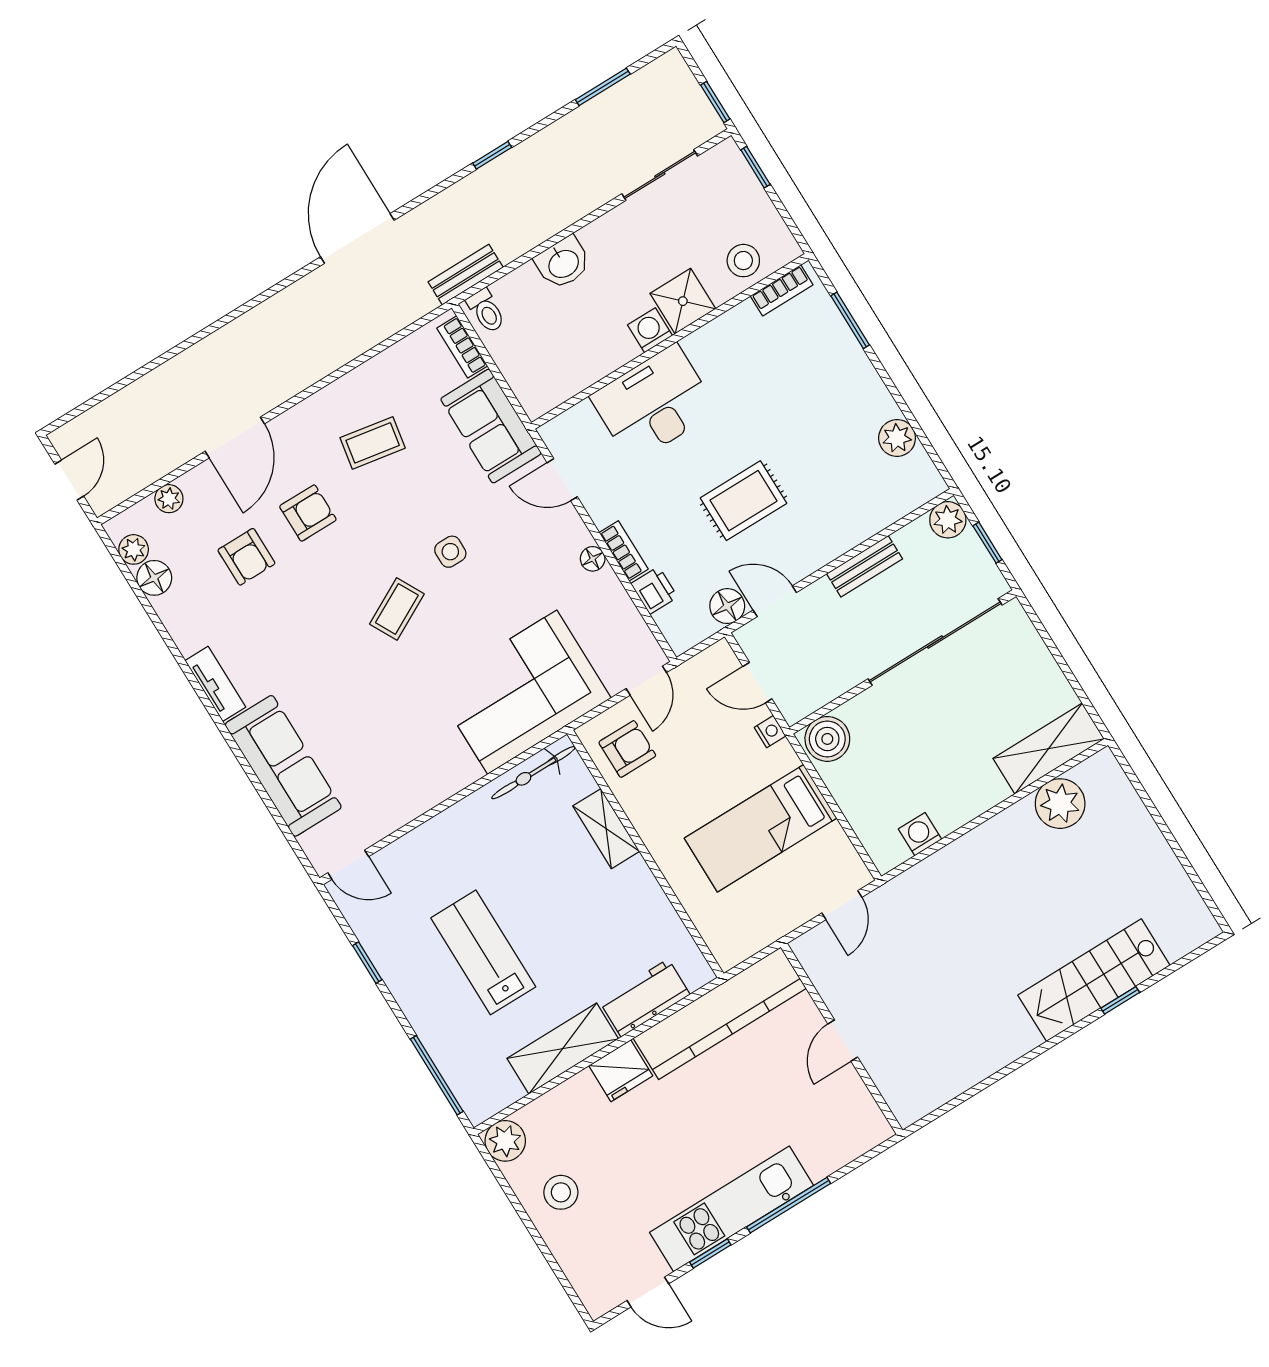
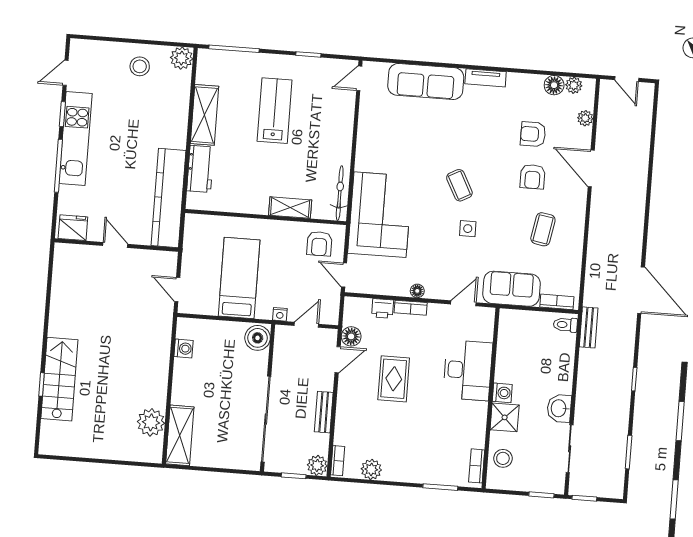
washbasin: (563, 263) -> (559, 408), moved
bookcase: (920, 495) -> (338, 461), added
lab bench: (483, 952) -> (275, 111), turned -90
fridge: (621, 1071) -> (73, 228), moved, turned 90

